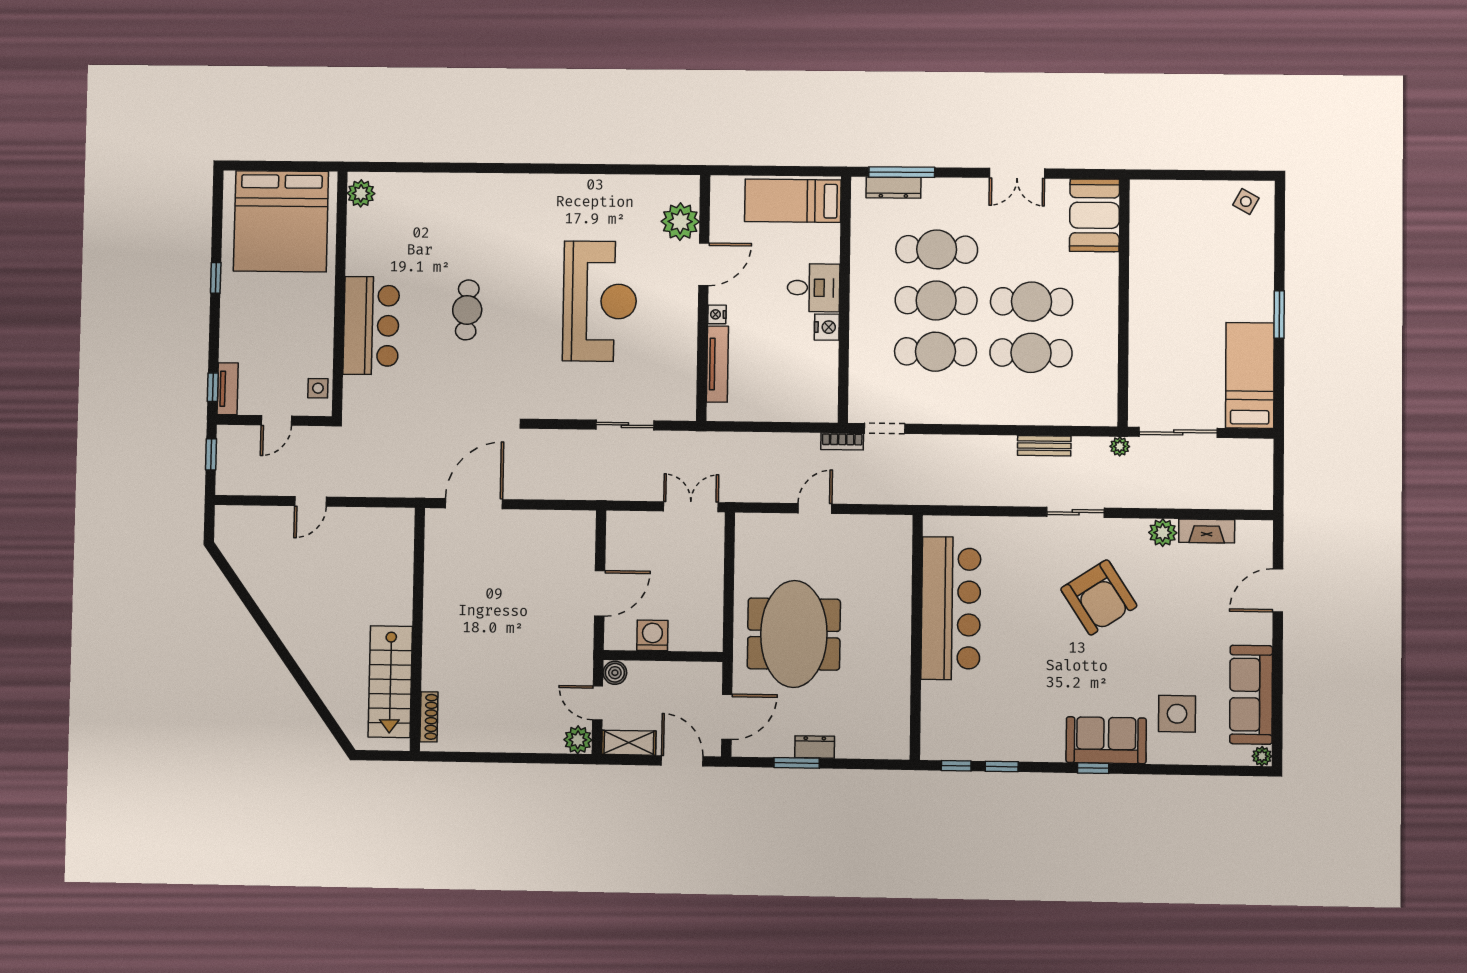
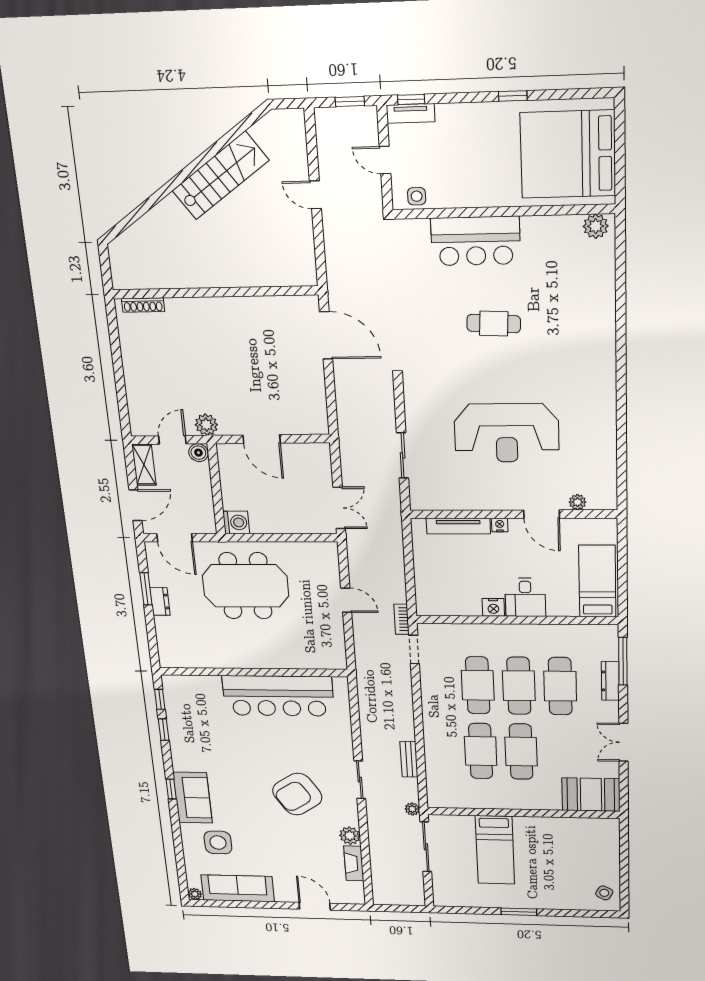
dresser: (893, 188) -> (610, 681), moved
plant: (680, 222) -> (577, 502), width x0.53, depth x0.53
bed: (1250, 375) -> (495, 850), moved, turned 90
washing machine: (652, 635) -> (236, 522), moved
stairs: (390, 682) -> (220, 176), moved, turned 144
plant: (578, 740) -> (206, 425), moved

